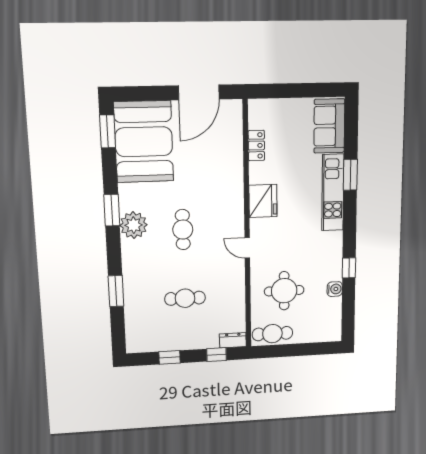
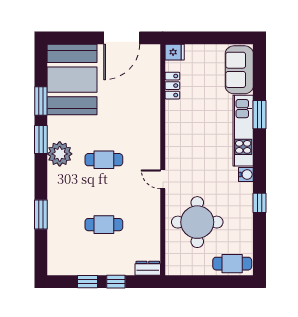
window: (108, 131) -> (41, 101), moved
fridge: (263, 201) -> (175, 52), moved, width x0.53, depth x0.75
cafe table: (183, 230) -> (104, 160), turned 90
water cooler: (335, 289) -> (246, 175), moved
round table: (284, 291) -> (197, 222), width x1.36, depth x1.36
cafe table: (272, 334) -> (232, 264), moved
window: (217, 355) -> (116, 282), moved

